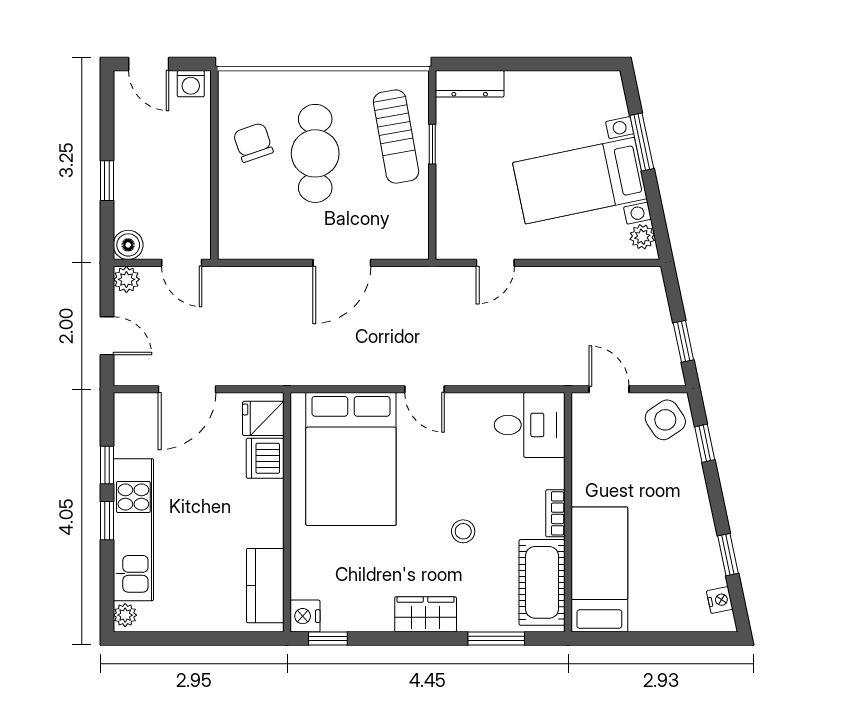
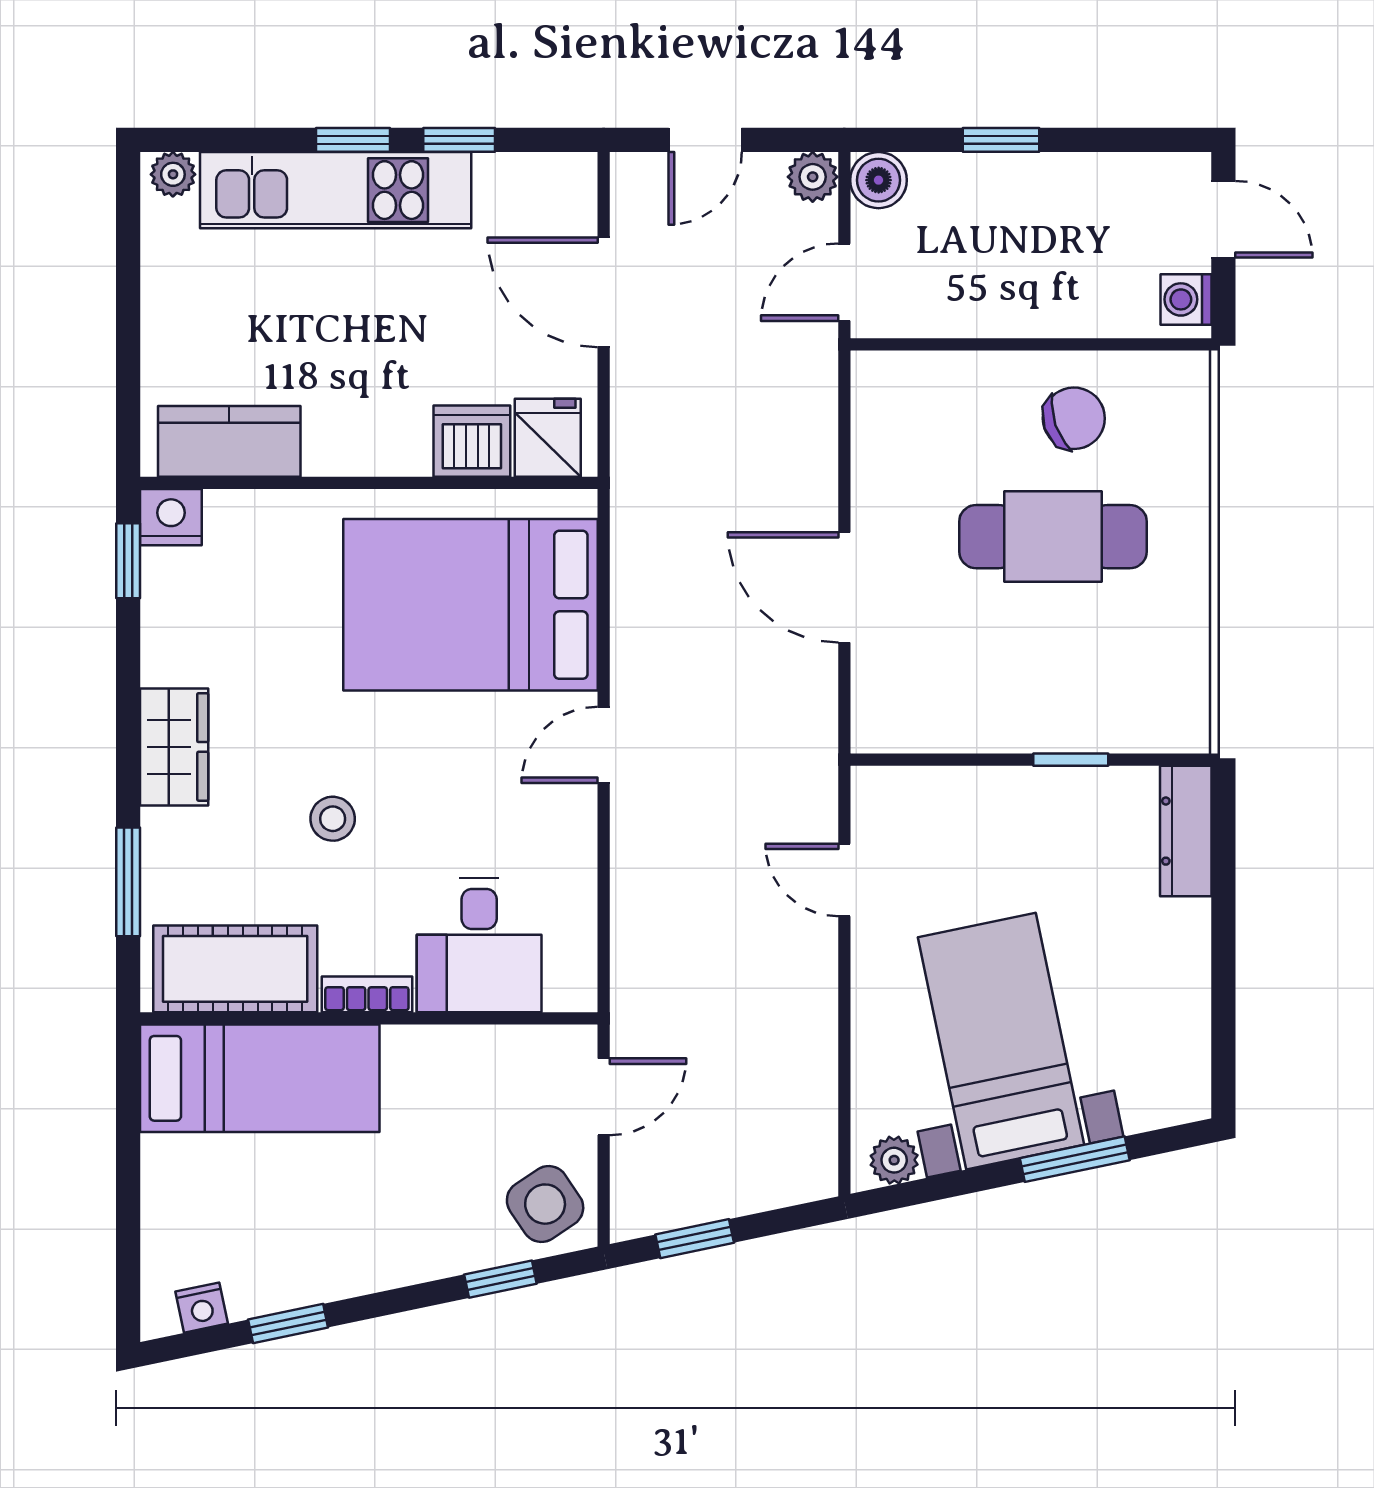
door: (149, 64) -> (1223, 219), swing flipped
sun lounger: (396, 137) -> (1085, 691), removed
desk: (530, 425) -> (479, 945), moved

